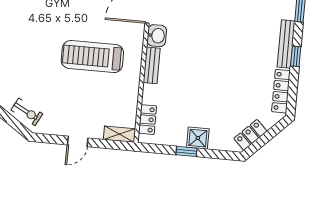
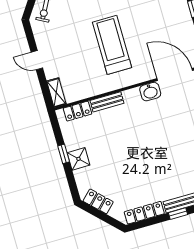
bench: (152, 65) -> (107, 102), moved

